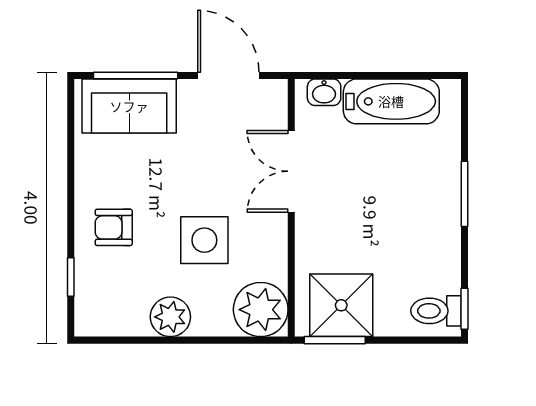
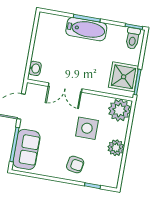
bathtub: (391, 101) -> (86, 29), moved, turned 90
armchair: (114, 227) -> (75, 164), turned -80

